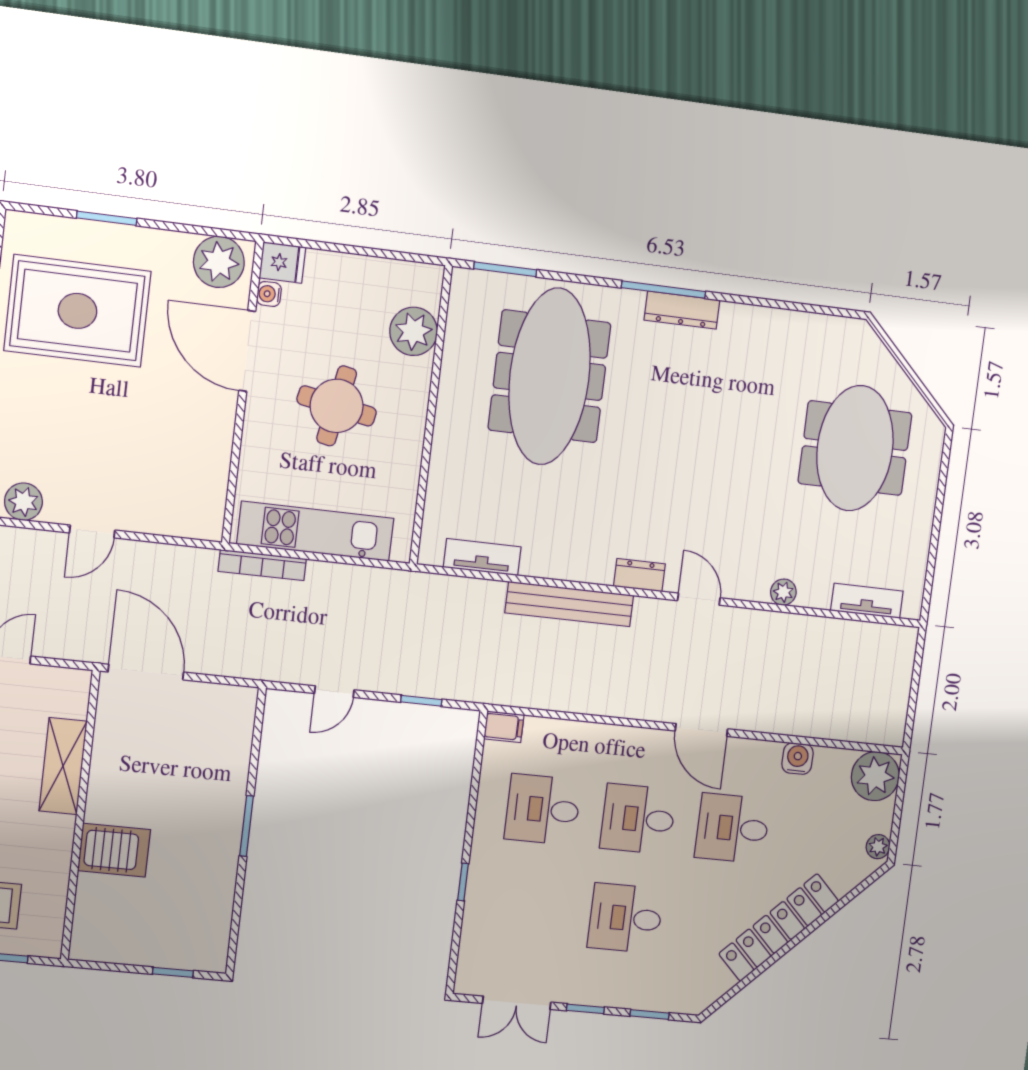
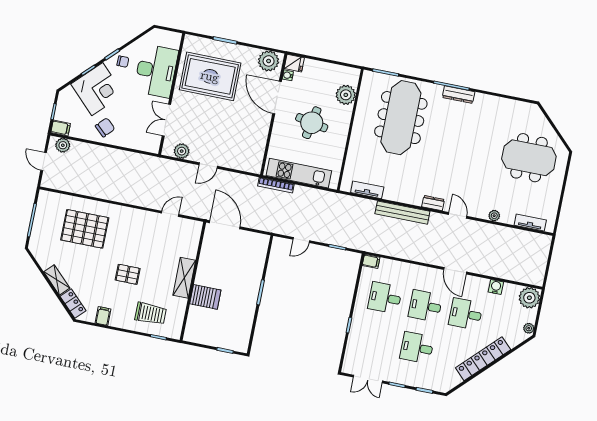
meeting table: (855, 448) -> (529, 158), turned 90
shelving: (63, 766) -> (184, 278), moved

